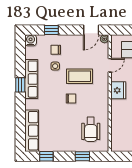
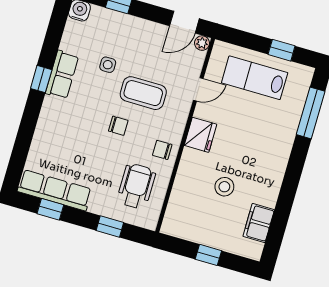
chair: (56, 50) -> (162, 150), moved
row of seats: (31, 79) -> (62, 75), width x0.68
wheelchair: (91, 129) -> (136, 186), turned 180
row of seats: (32, 131) -> (55, 190), moved, turned -90

